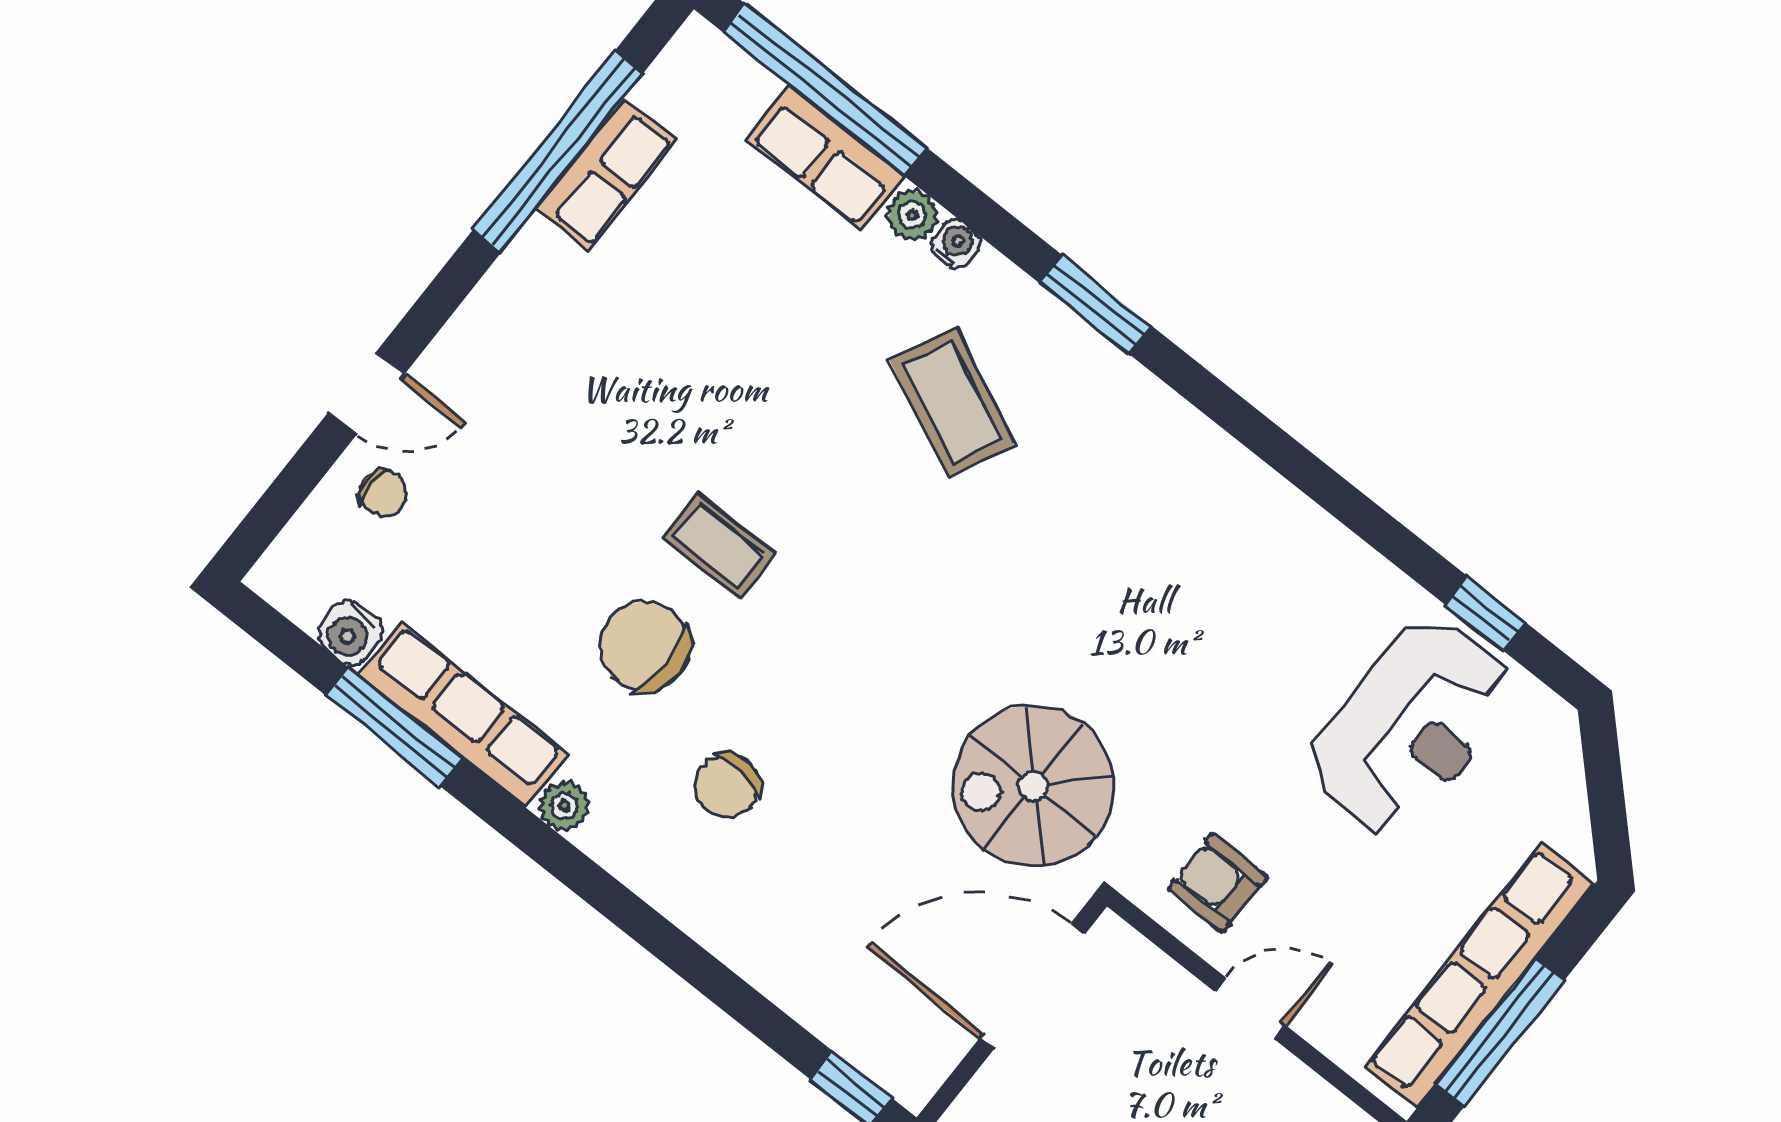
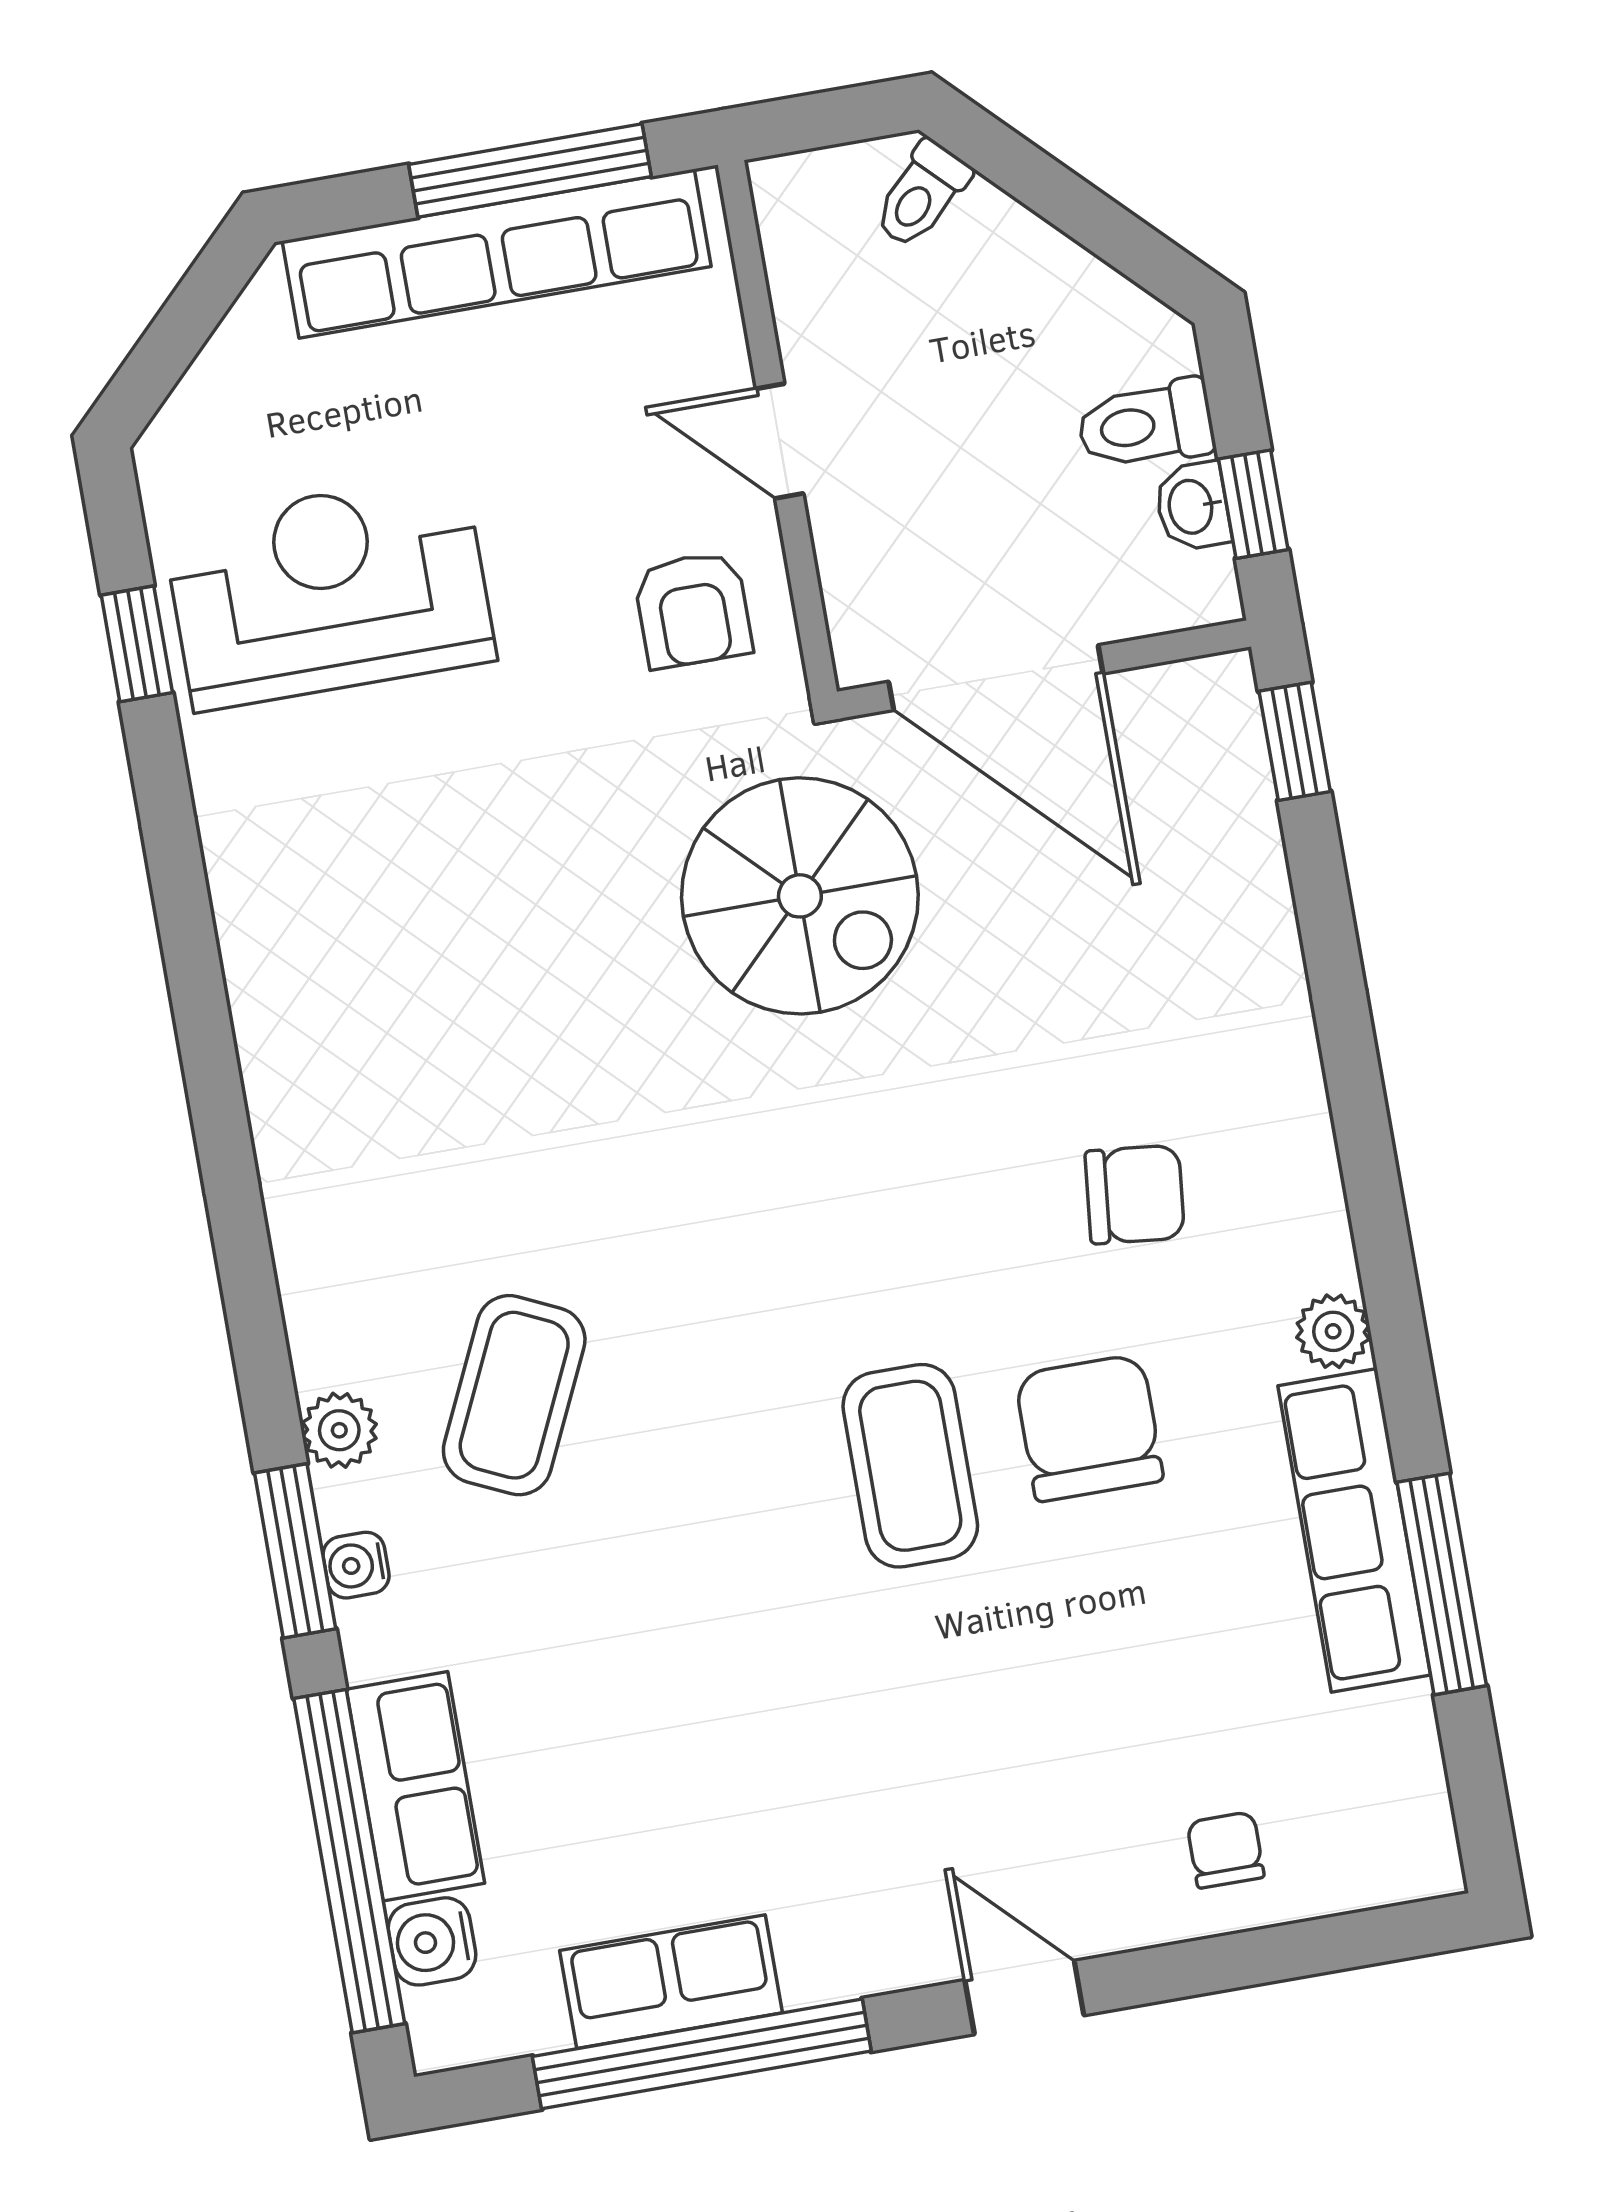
plant: (912, 215) -> (339, 1430), moved
window: (1095, 304) -> (295, 1551), moved
door: (366, 393) -> (1024, 1998), moved
coffee table: (718, 546) -> (910, 1466), width x1.36, depth x1.30
water cooler: (350, 633) -> (432, 1941), moved, turned 180
chair: (645, 646) -> (1089, 1428), turned 180

